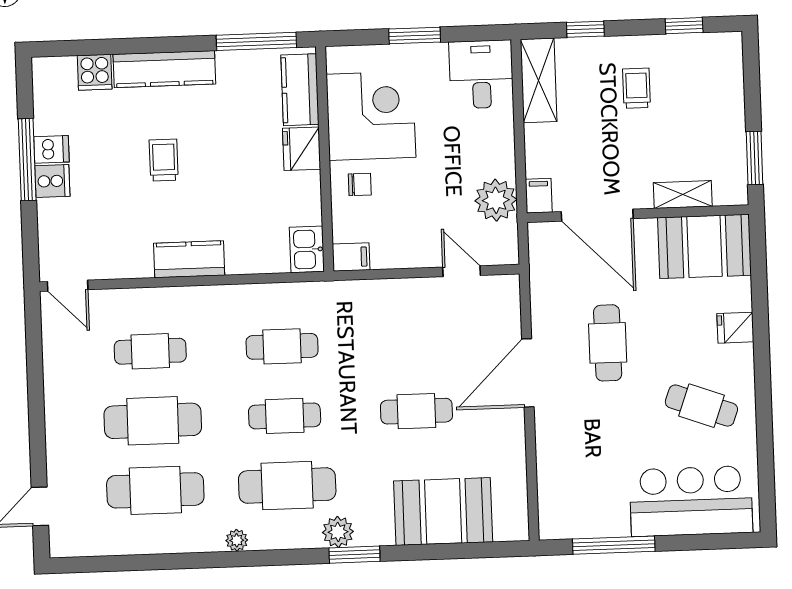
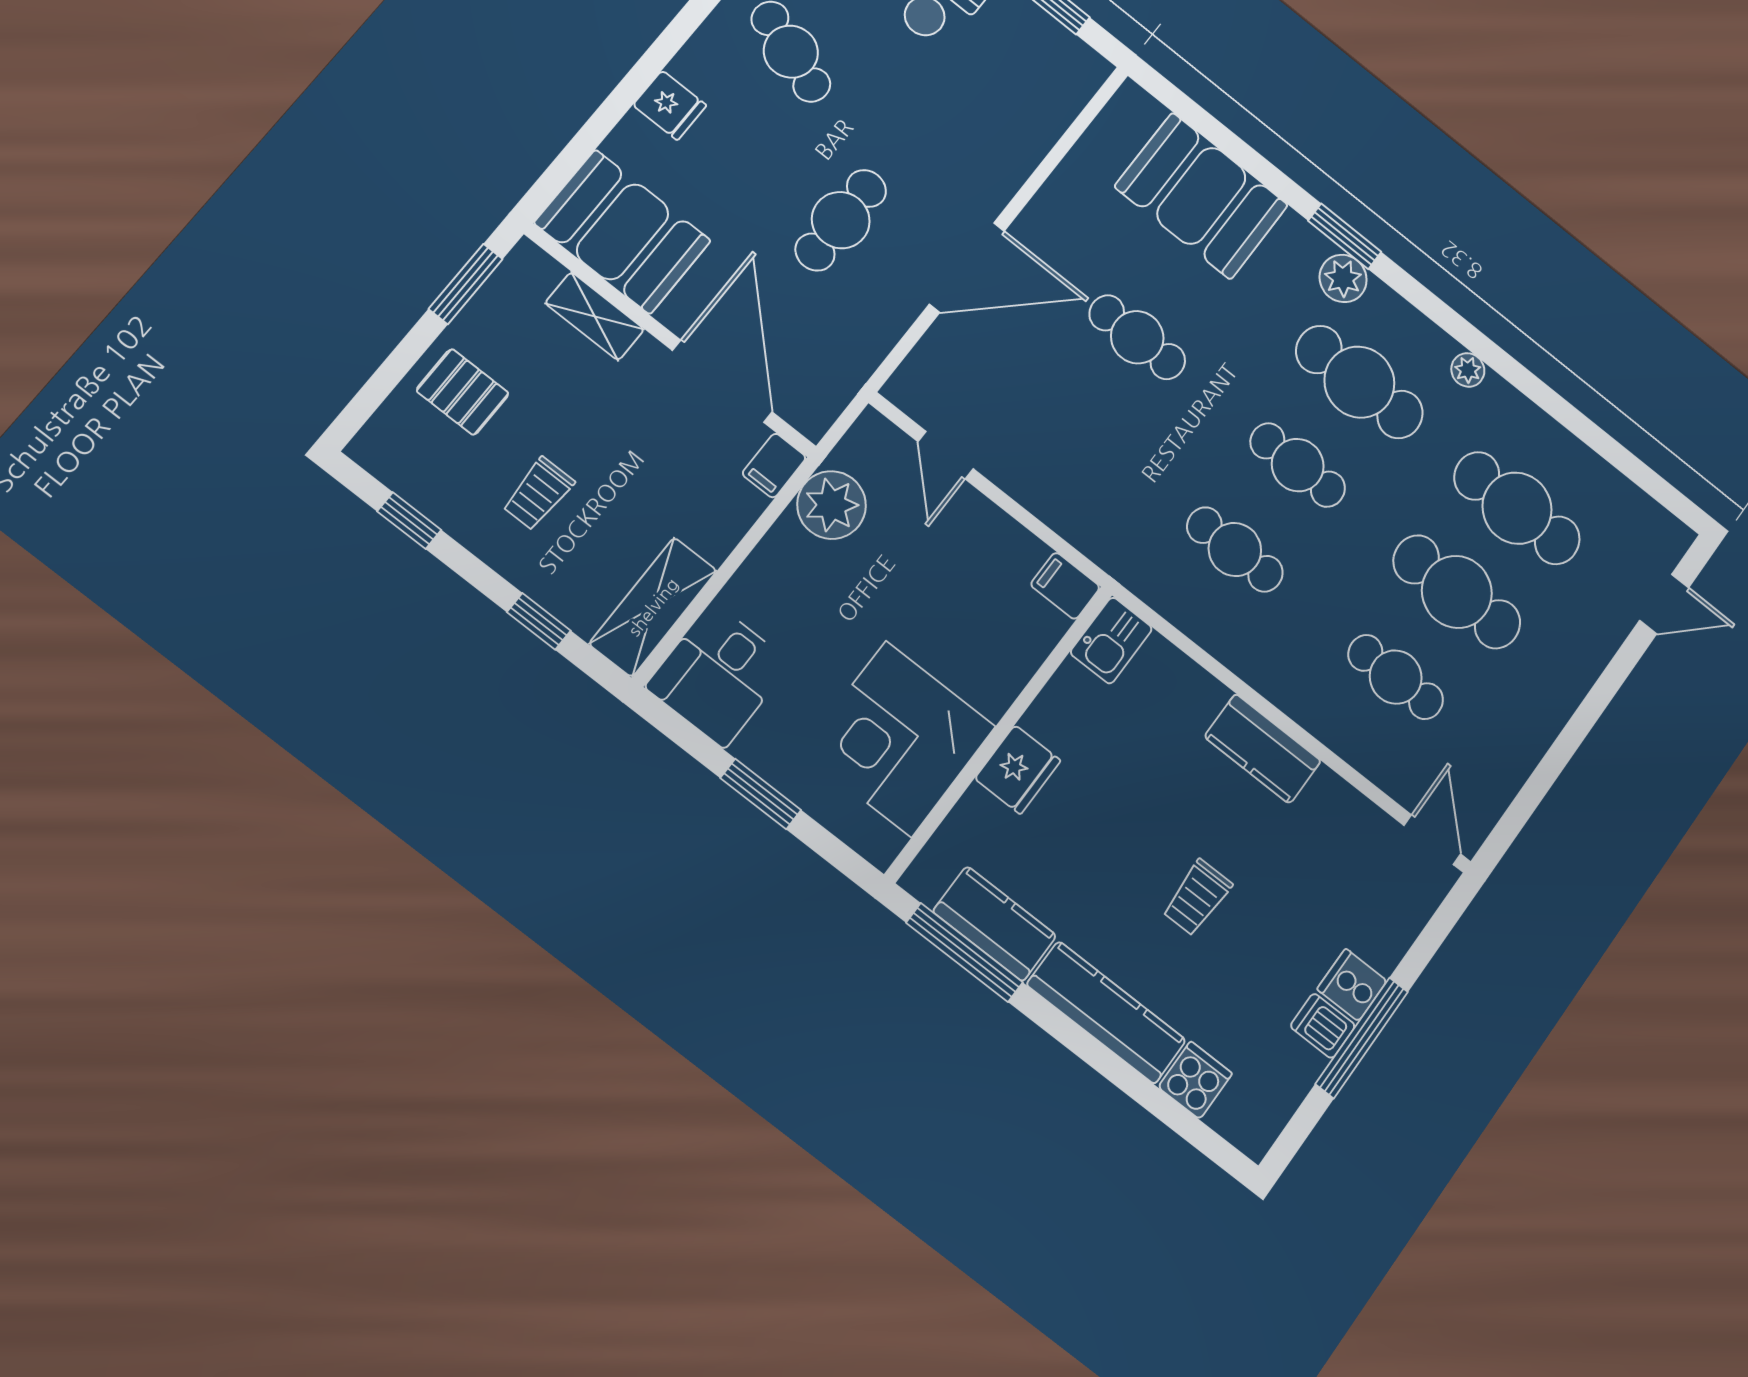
kitchen counter: (300, 90) -> (995, 924), moved, turned -90
pallet: (712, 106) -> (463, 392), added
chair: (360, 184) -> (982, 665), removed

